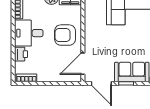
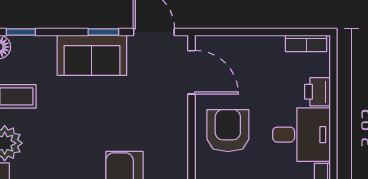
armchair: (65, 35) -> (228, 131), turned -90
door: (83, 64) -> (192, 72), hinge flipped

